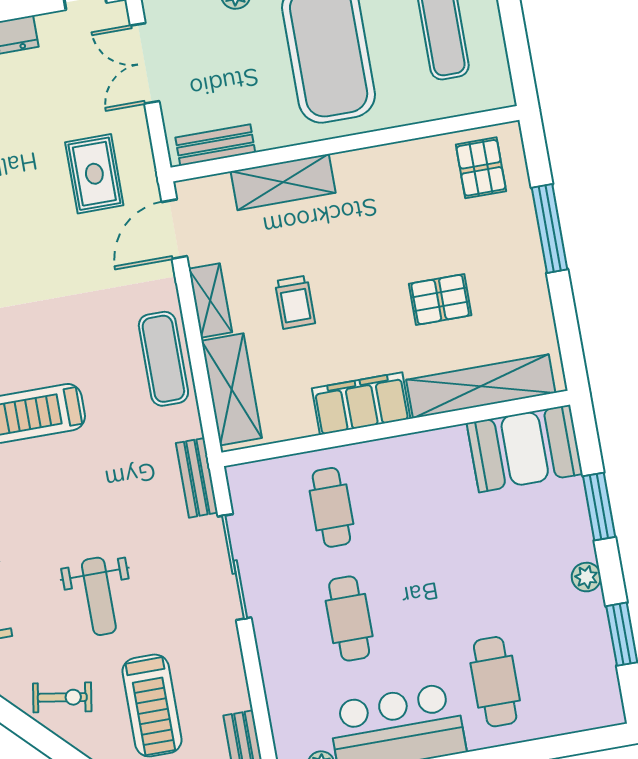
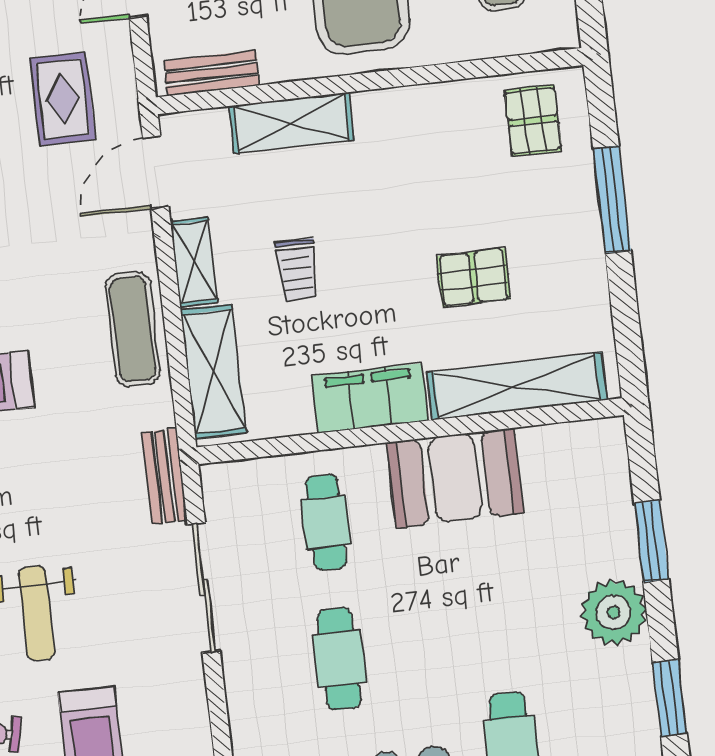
booth: (525, 449) -> (455, 478), moved
plant: (586, 577) -> (614, 612), width x1.87, depth x1.87

